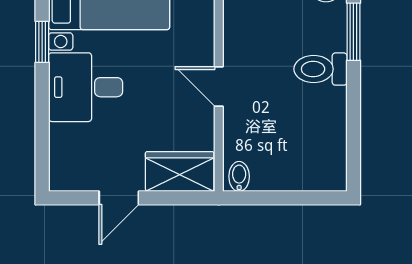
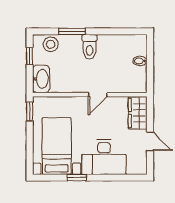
desk: (86, 87) -> (104, 157), width x1.37
bidet: (239, 176) -> (140, 61), moved

